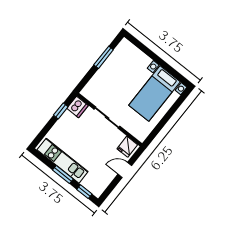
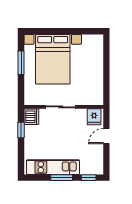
bed with nightstands: (154, 93) -> (53, 59), moved, width x1.36

